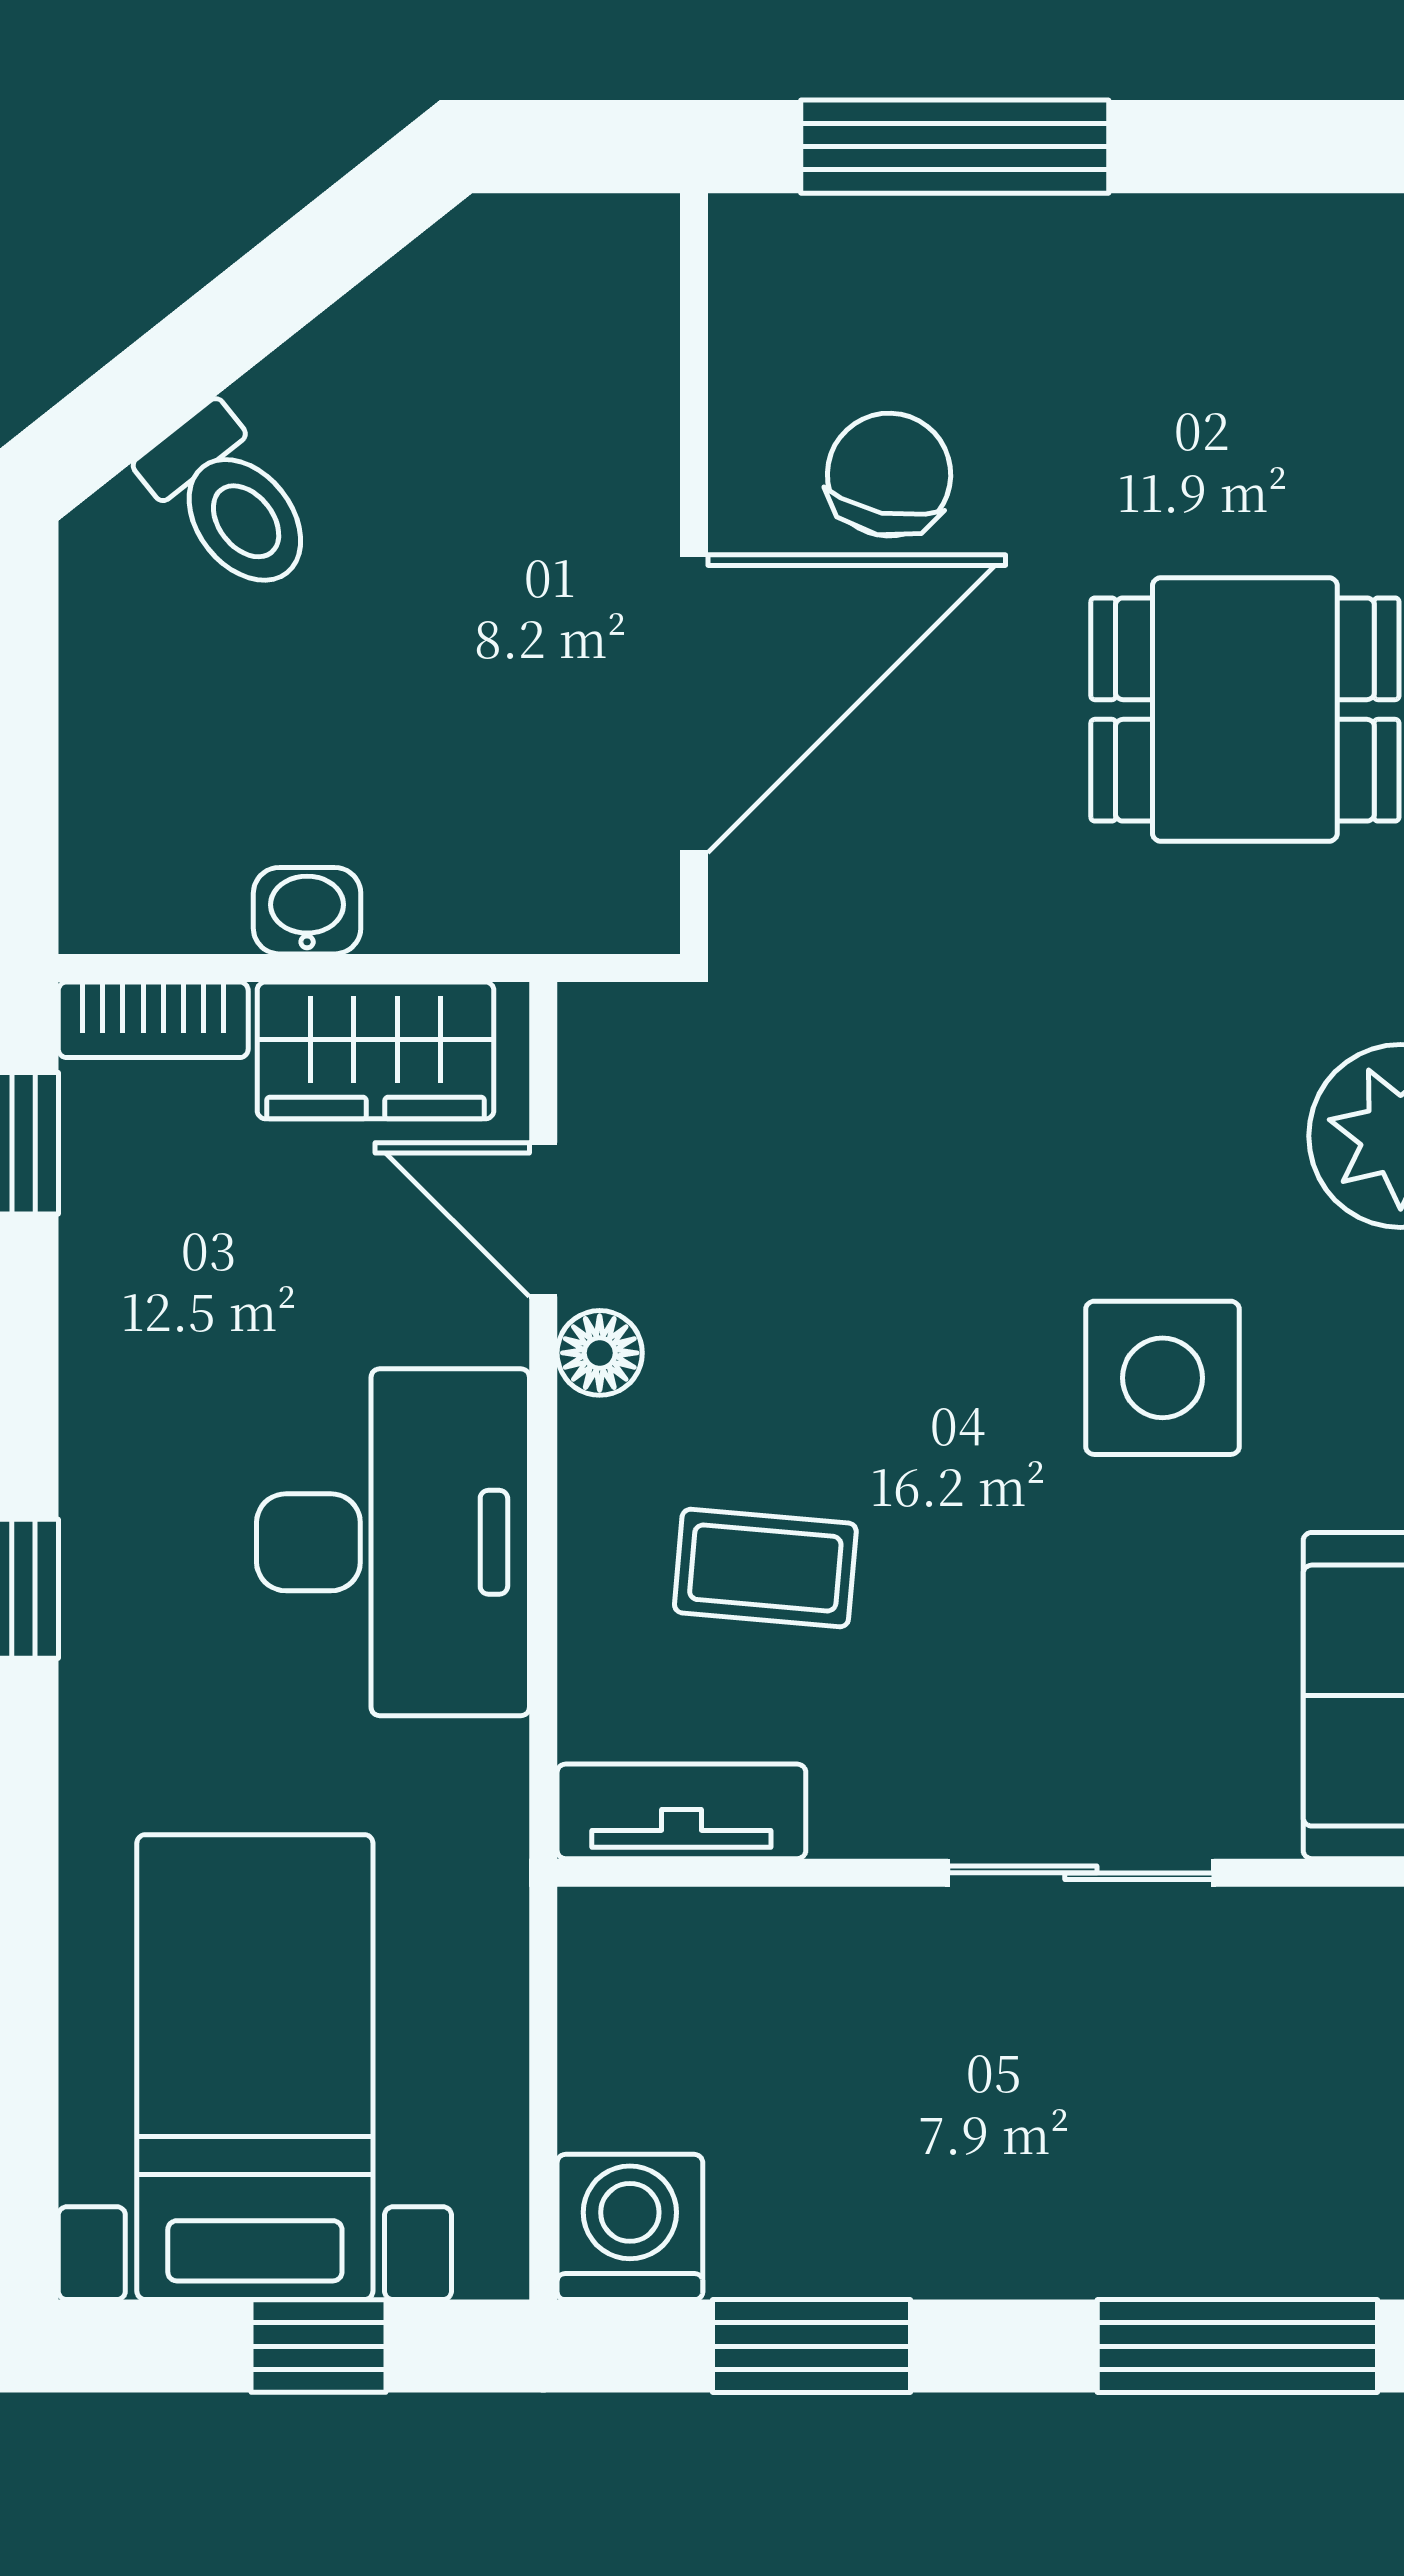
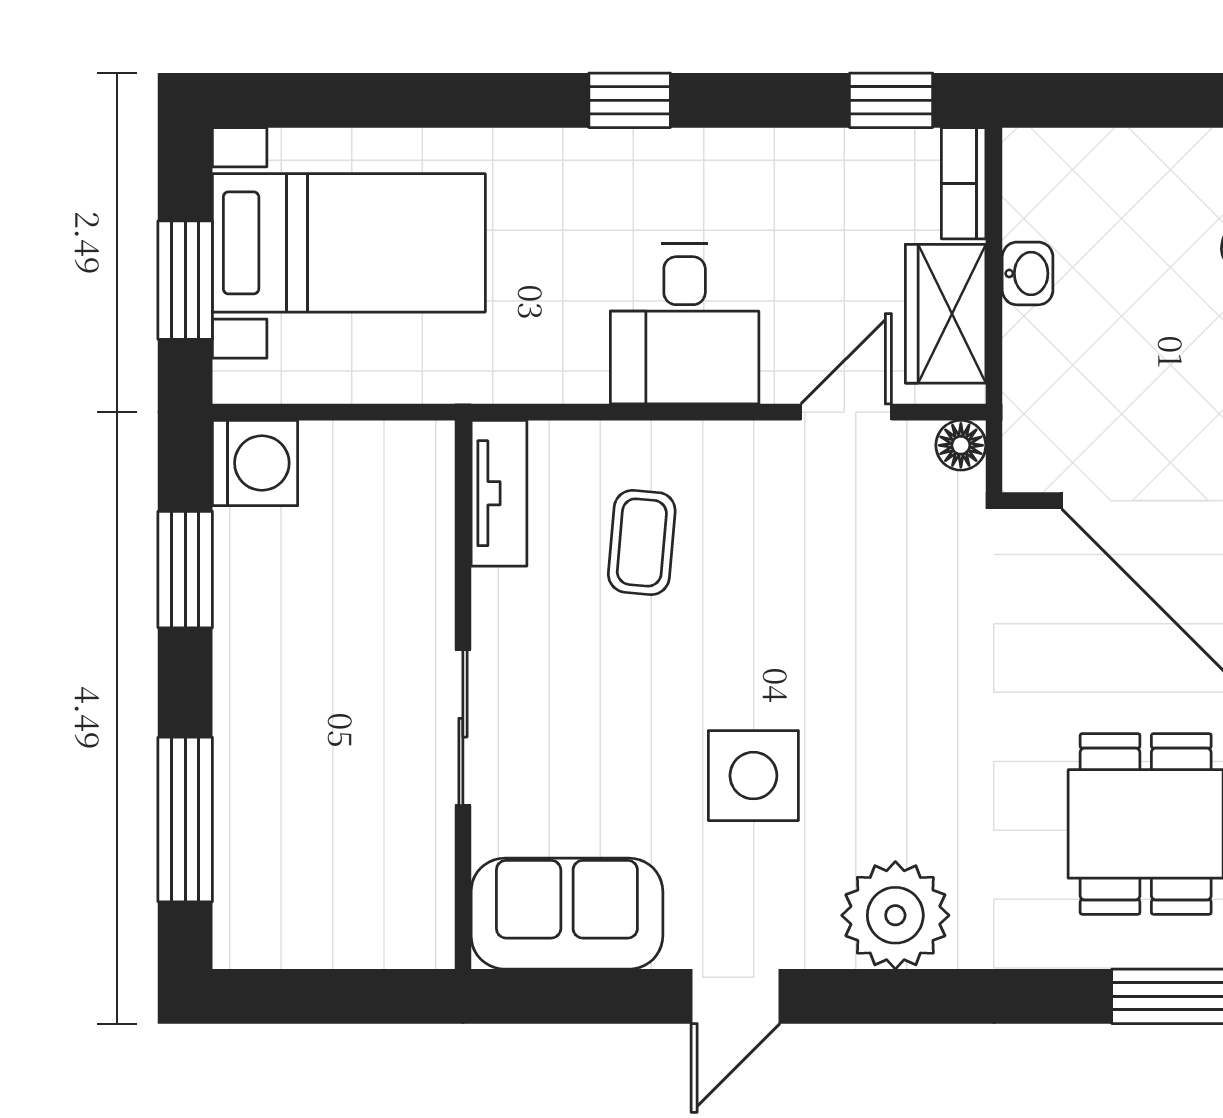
floor lamp: (600, 1353) -> (961, 445), moved
desk: (393, 1542) -> (685, 324), width x0.73
window: (318, 2346) -> (185, 280), width x1.50

